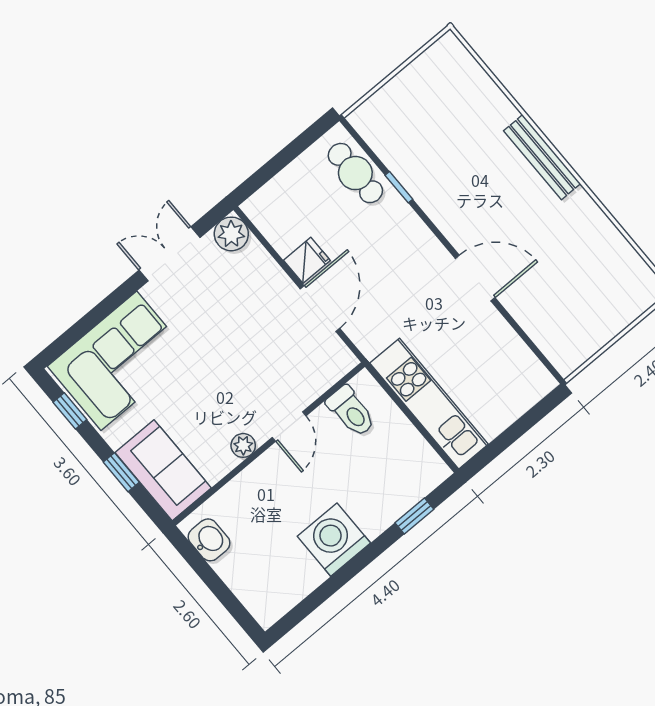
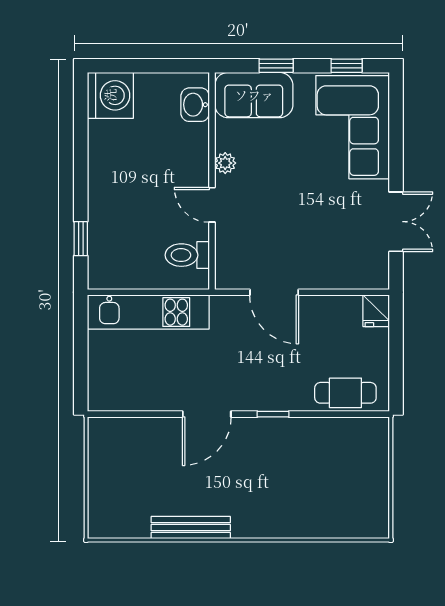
bench: (542, 157) -> (191, 528), moved
window: (399, 187) -> (273, 414), moved
plant: (231, 234) -> (375, 275), removed
fridge: (307, 260) -> (376, 311), moved
washbasin: (209, 540) -> (195, 105), moved, turned 90
washing machine: (334, 540) -> (110, 95), moved

